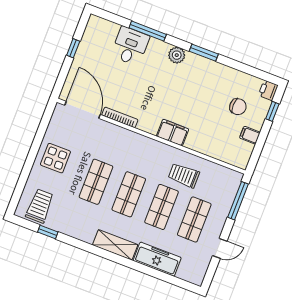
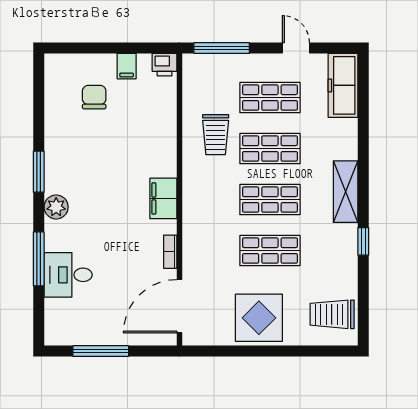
window: (73, 48) -> (101, 351), width x2.17
printer: (268, 90) -> (165, 65), moved
window: (272, 111) -> (83, 48), removed
bookcase: (120, 117) -> (170, 252), width x0.64
filing cabinet: (173, 133) -> (163, 198), moved
display table: (55, 158) -> (259, 318), width x1.36, depth x1.36
window: (48, 232) -> (363, 241), moved
freezer: (157, 259) -> (343, 85), moved

